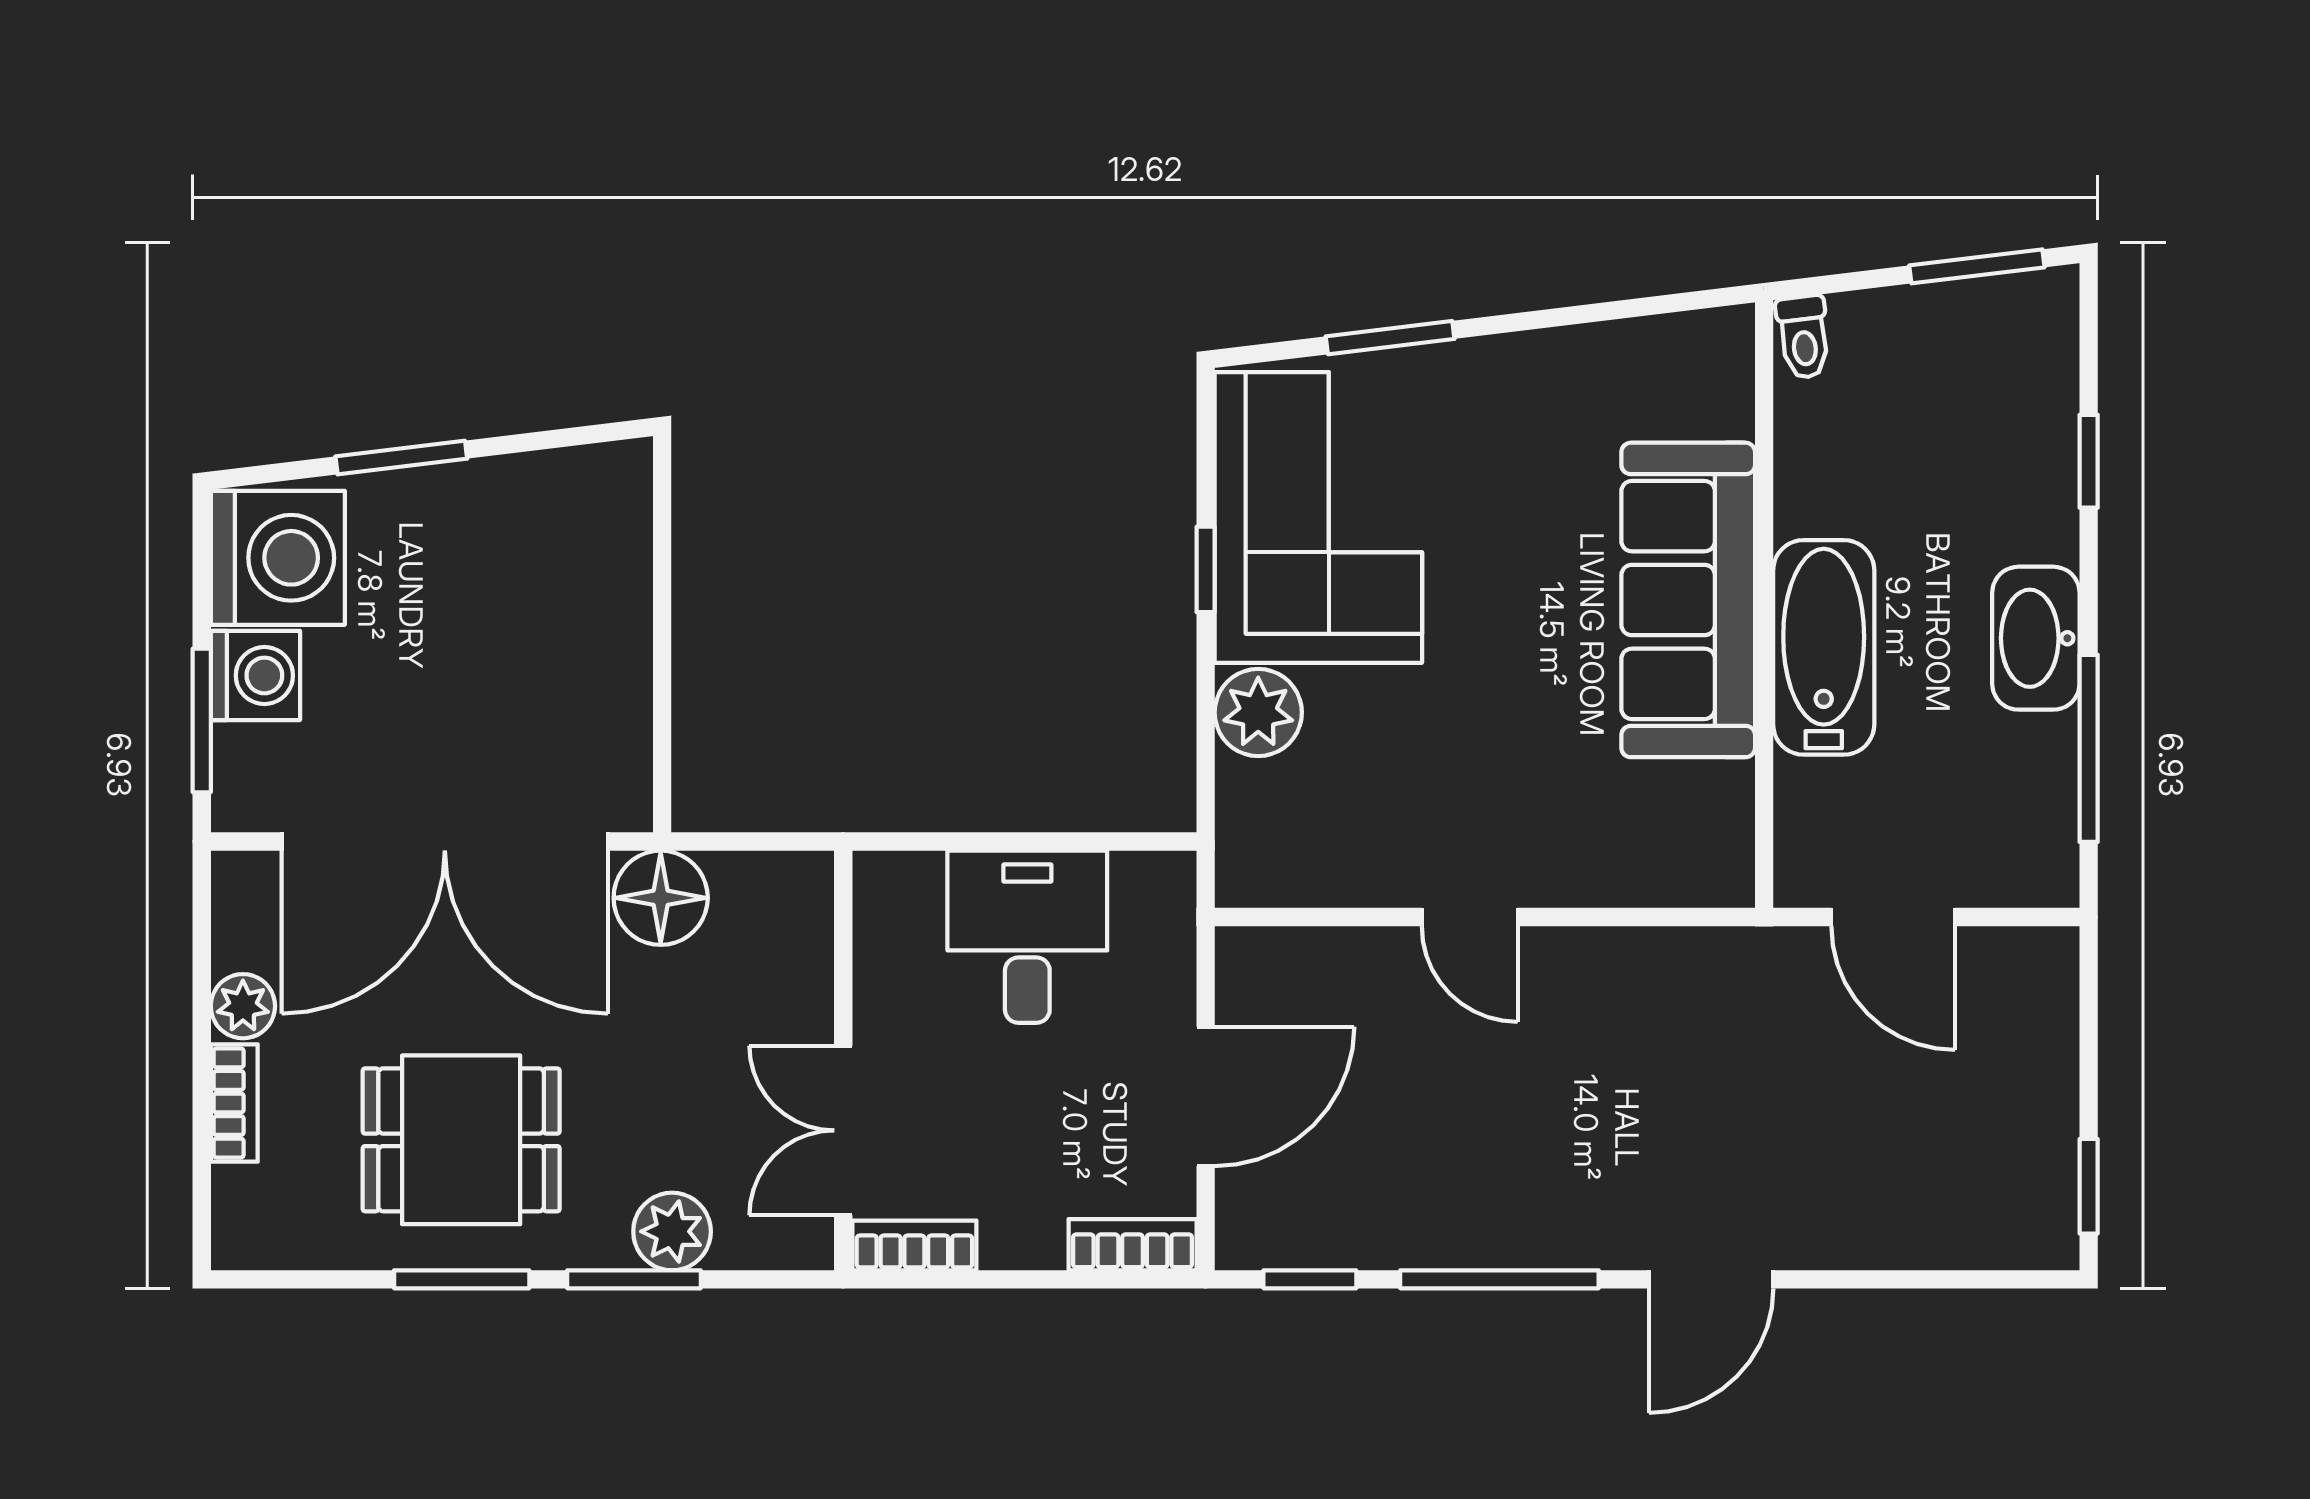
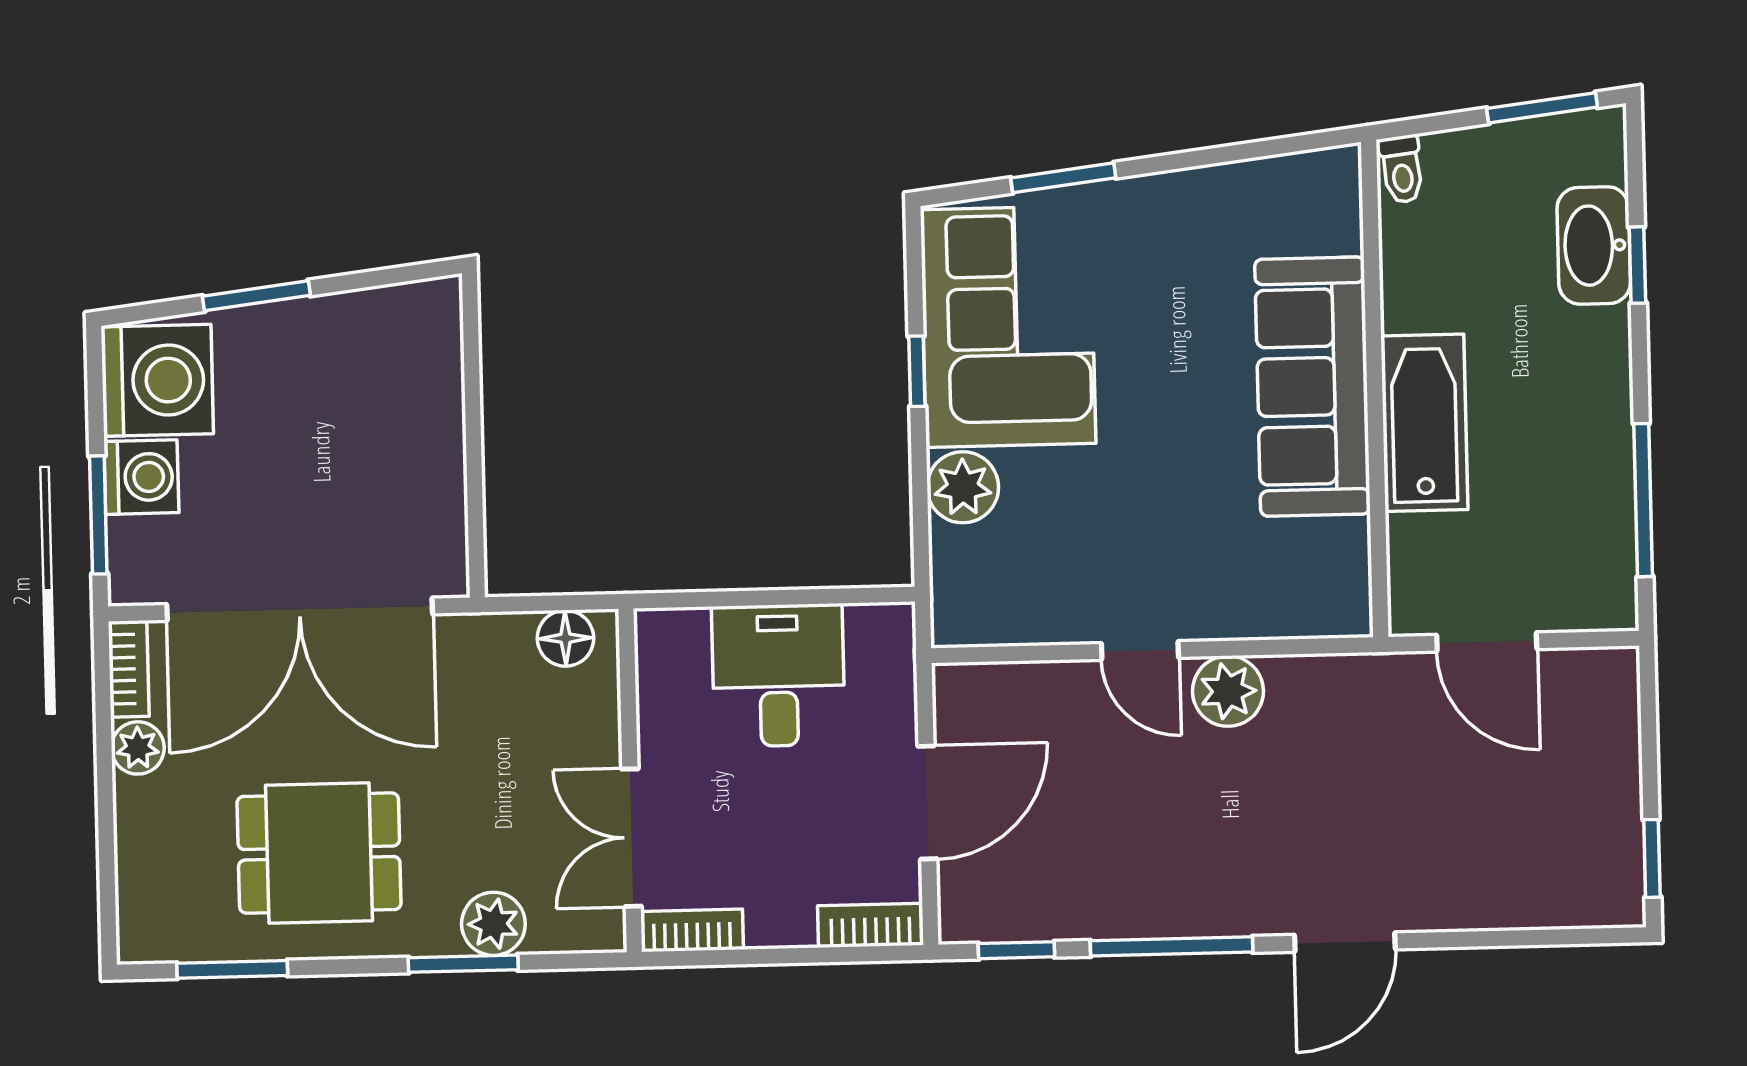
washbasin: (2036, 638) -> (1594, 245), moved
floor lamp: (661, 898) -> (565, 638), moved, width x0.73, depth x0.73
plant: (1576, 969) -> (1228, 691), added
bookcase: (234, 1103) -> (129, 669), moved
window: (462, 1279) -> (232, 969), moved

